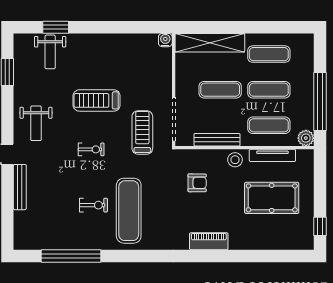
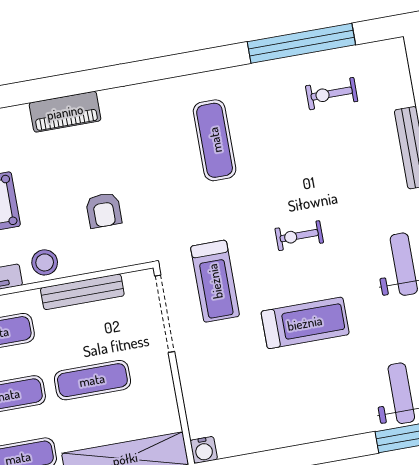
armchair: (197, 183) -> (104, 210), turned -90
exercise bike: (93, 205) -> (332, 94), moved
exercise mat: (129, 211) -> (215, 140), width x0.73, depth x0.69

